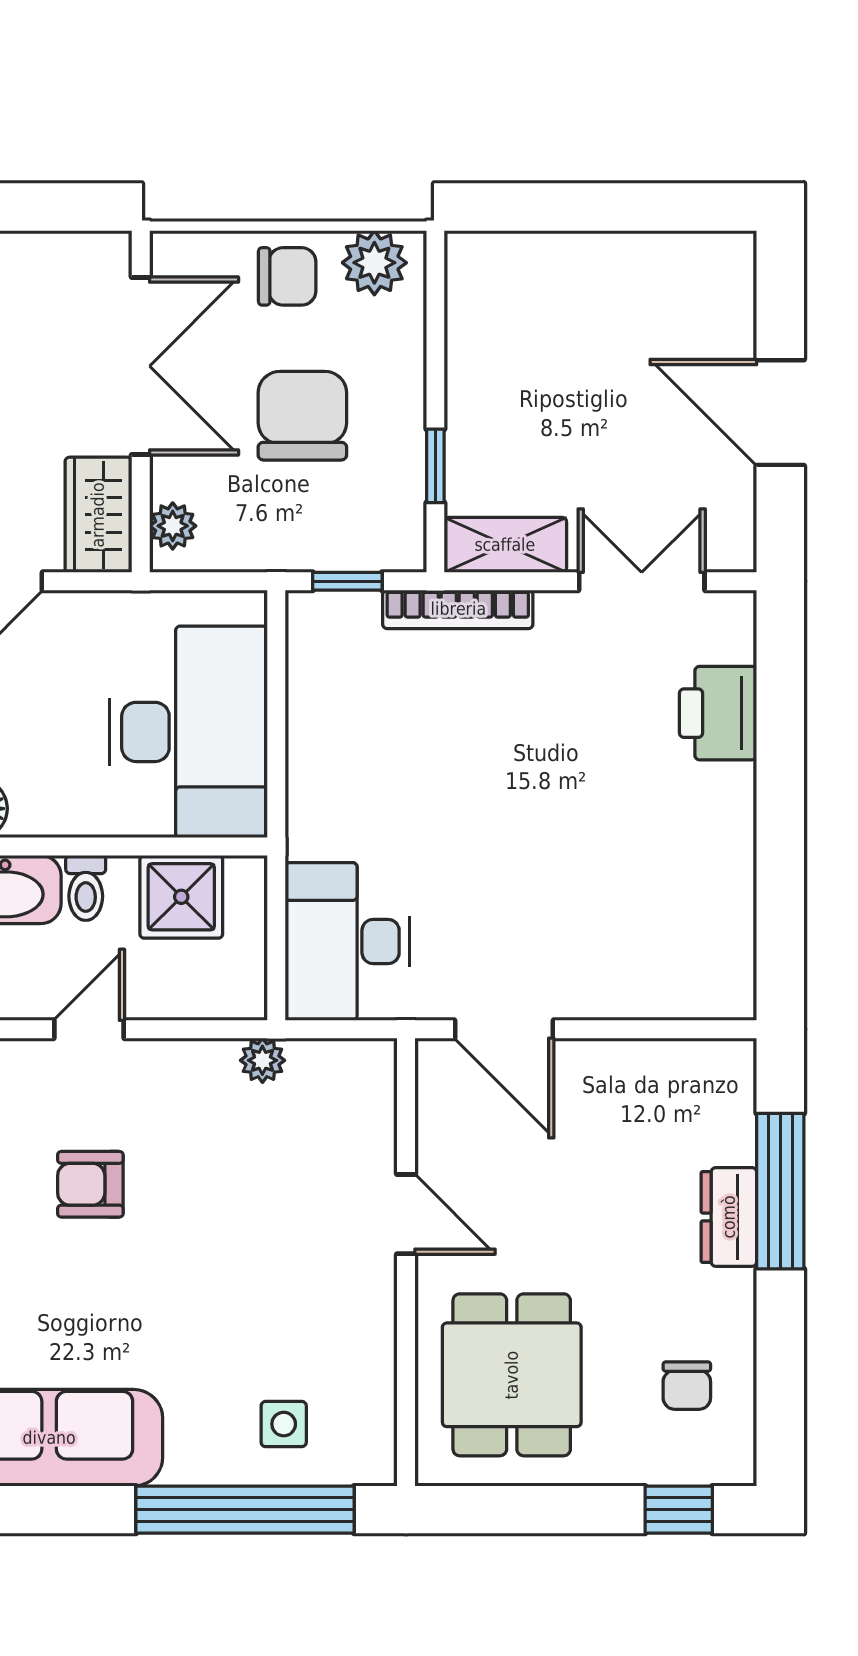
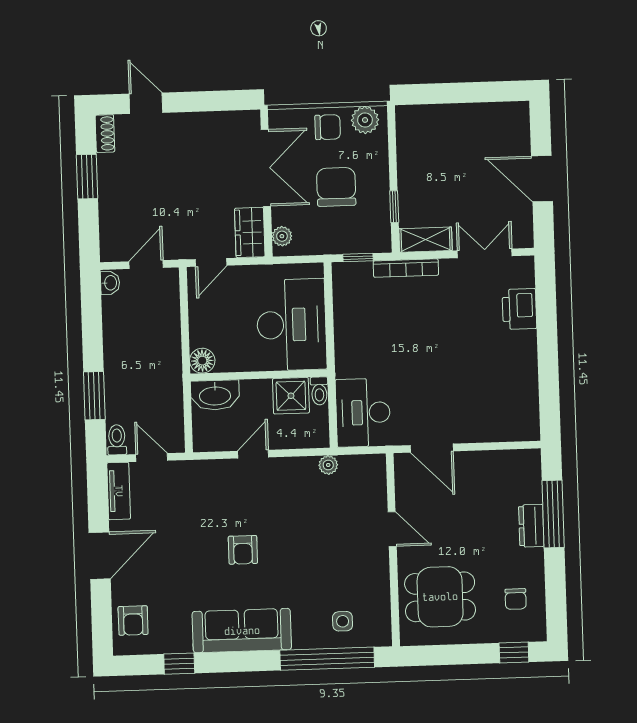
toilet: (86, 888) -> (319, 391), moved
armchair: (90, 1184) -> (243, 550), moved, turned -90
dining table: (512, 1375) -> (440, 597), turned 90

